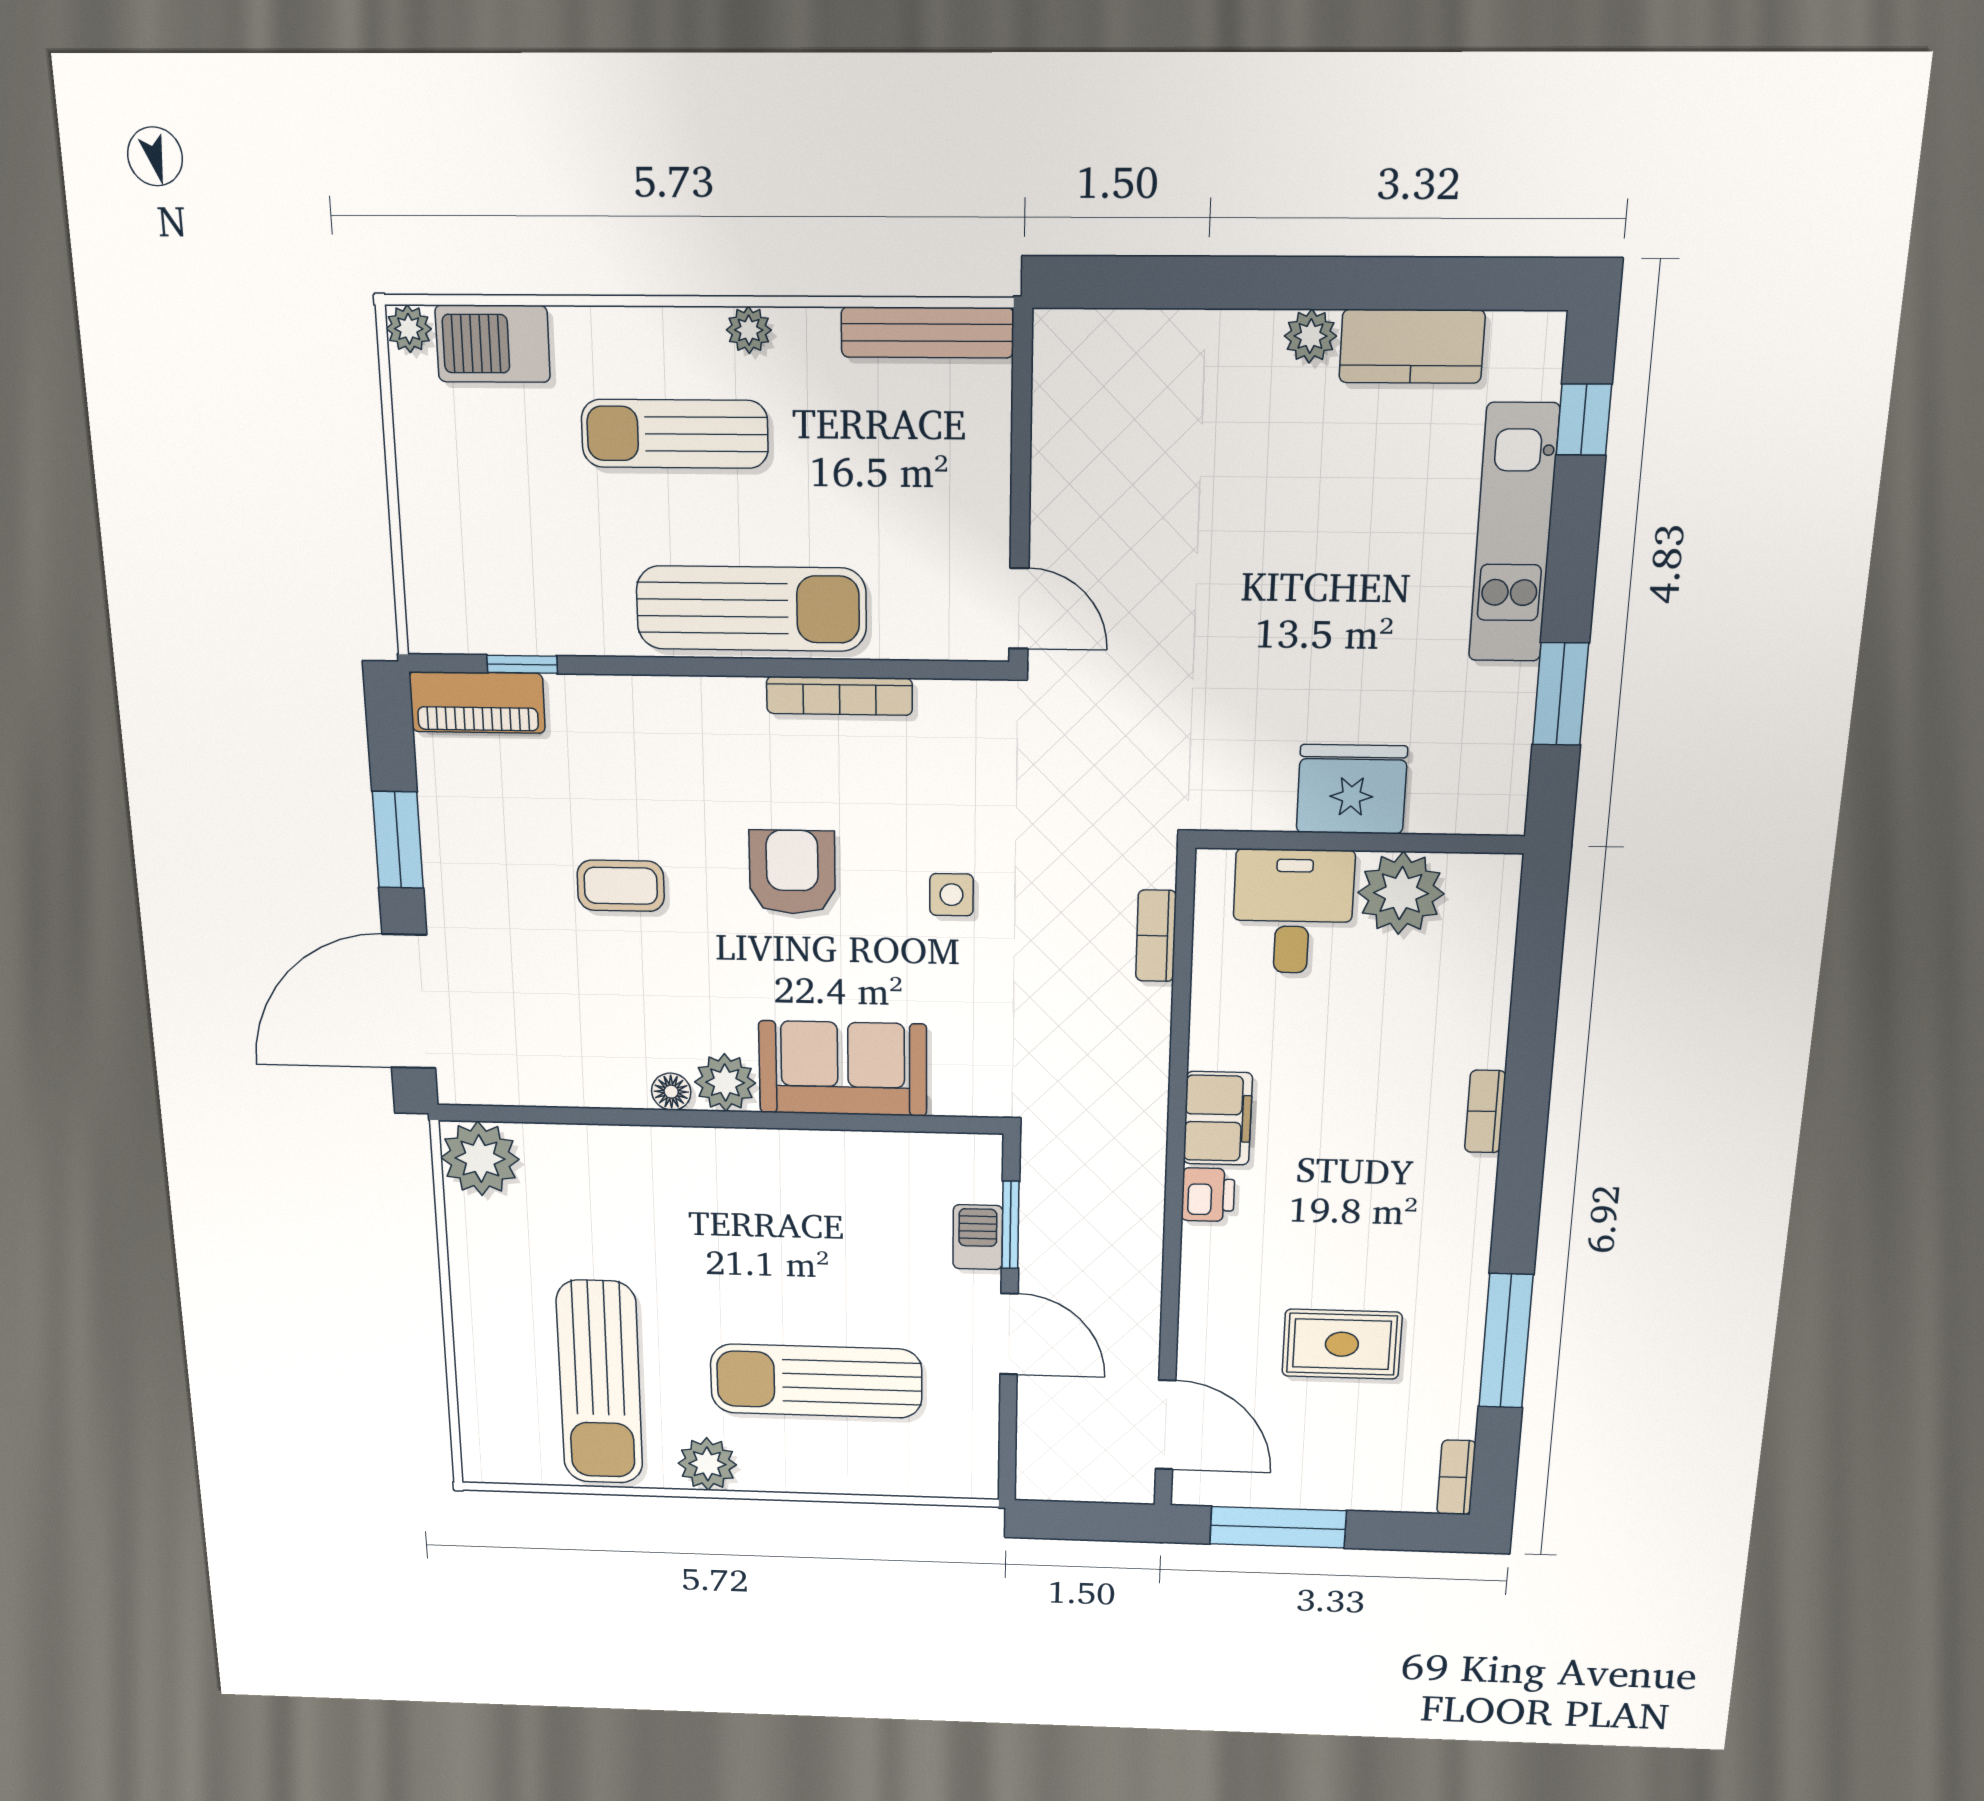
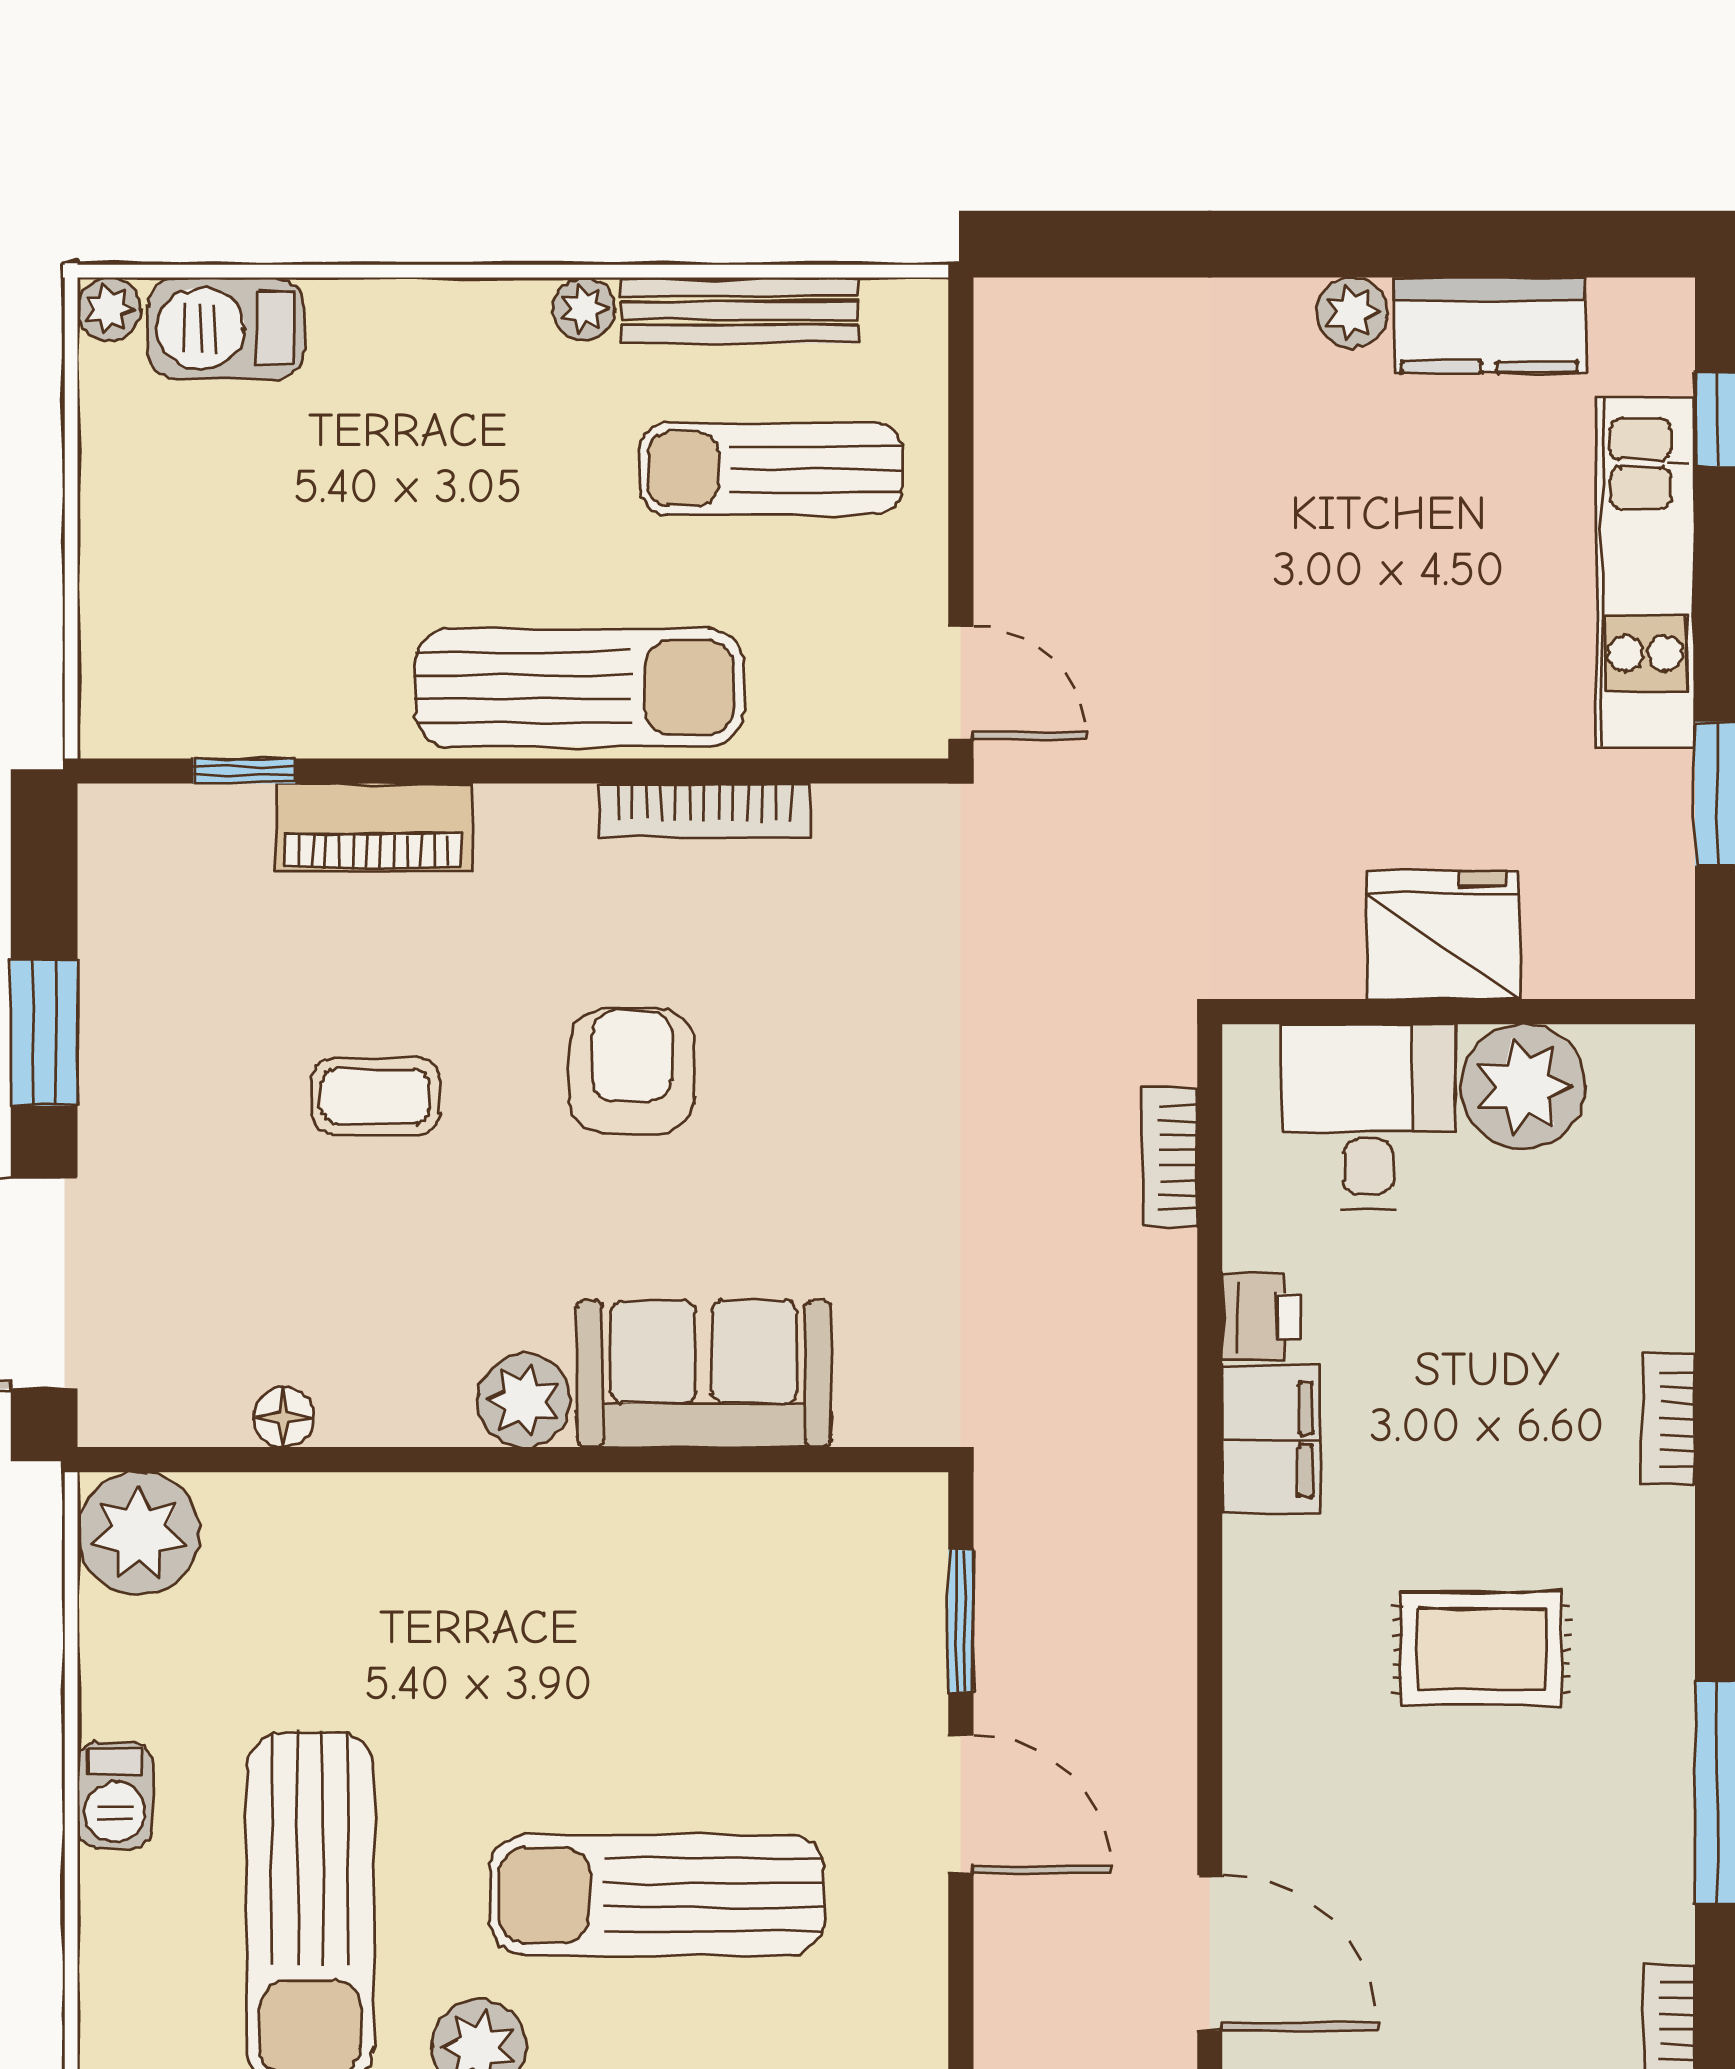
bench: (927, 332) -> (740, 310), moved
sun lounger: (675, 434) -> (771, 469), moved
piano: (477, 703) -> (373, 827), moved
side table: (952, 895) -> (867, 1101), removed
floor lamp: (671, 1092) -> (284, 1417), moved
printer: (1208, 1195) -> (1261, 1316), moved
barbecue: (978, 1237) -> (115, 1795), moved, turned 180
rug: (1342, 1344) -> (1481, 1649), moved

